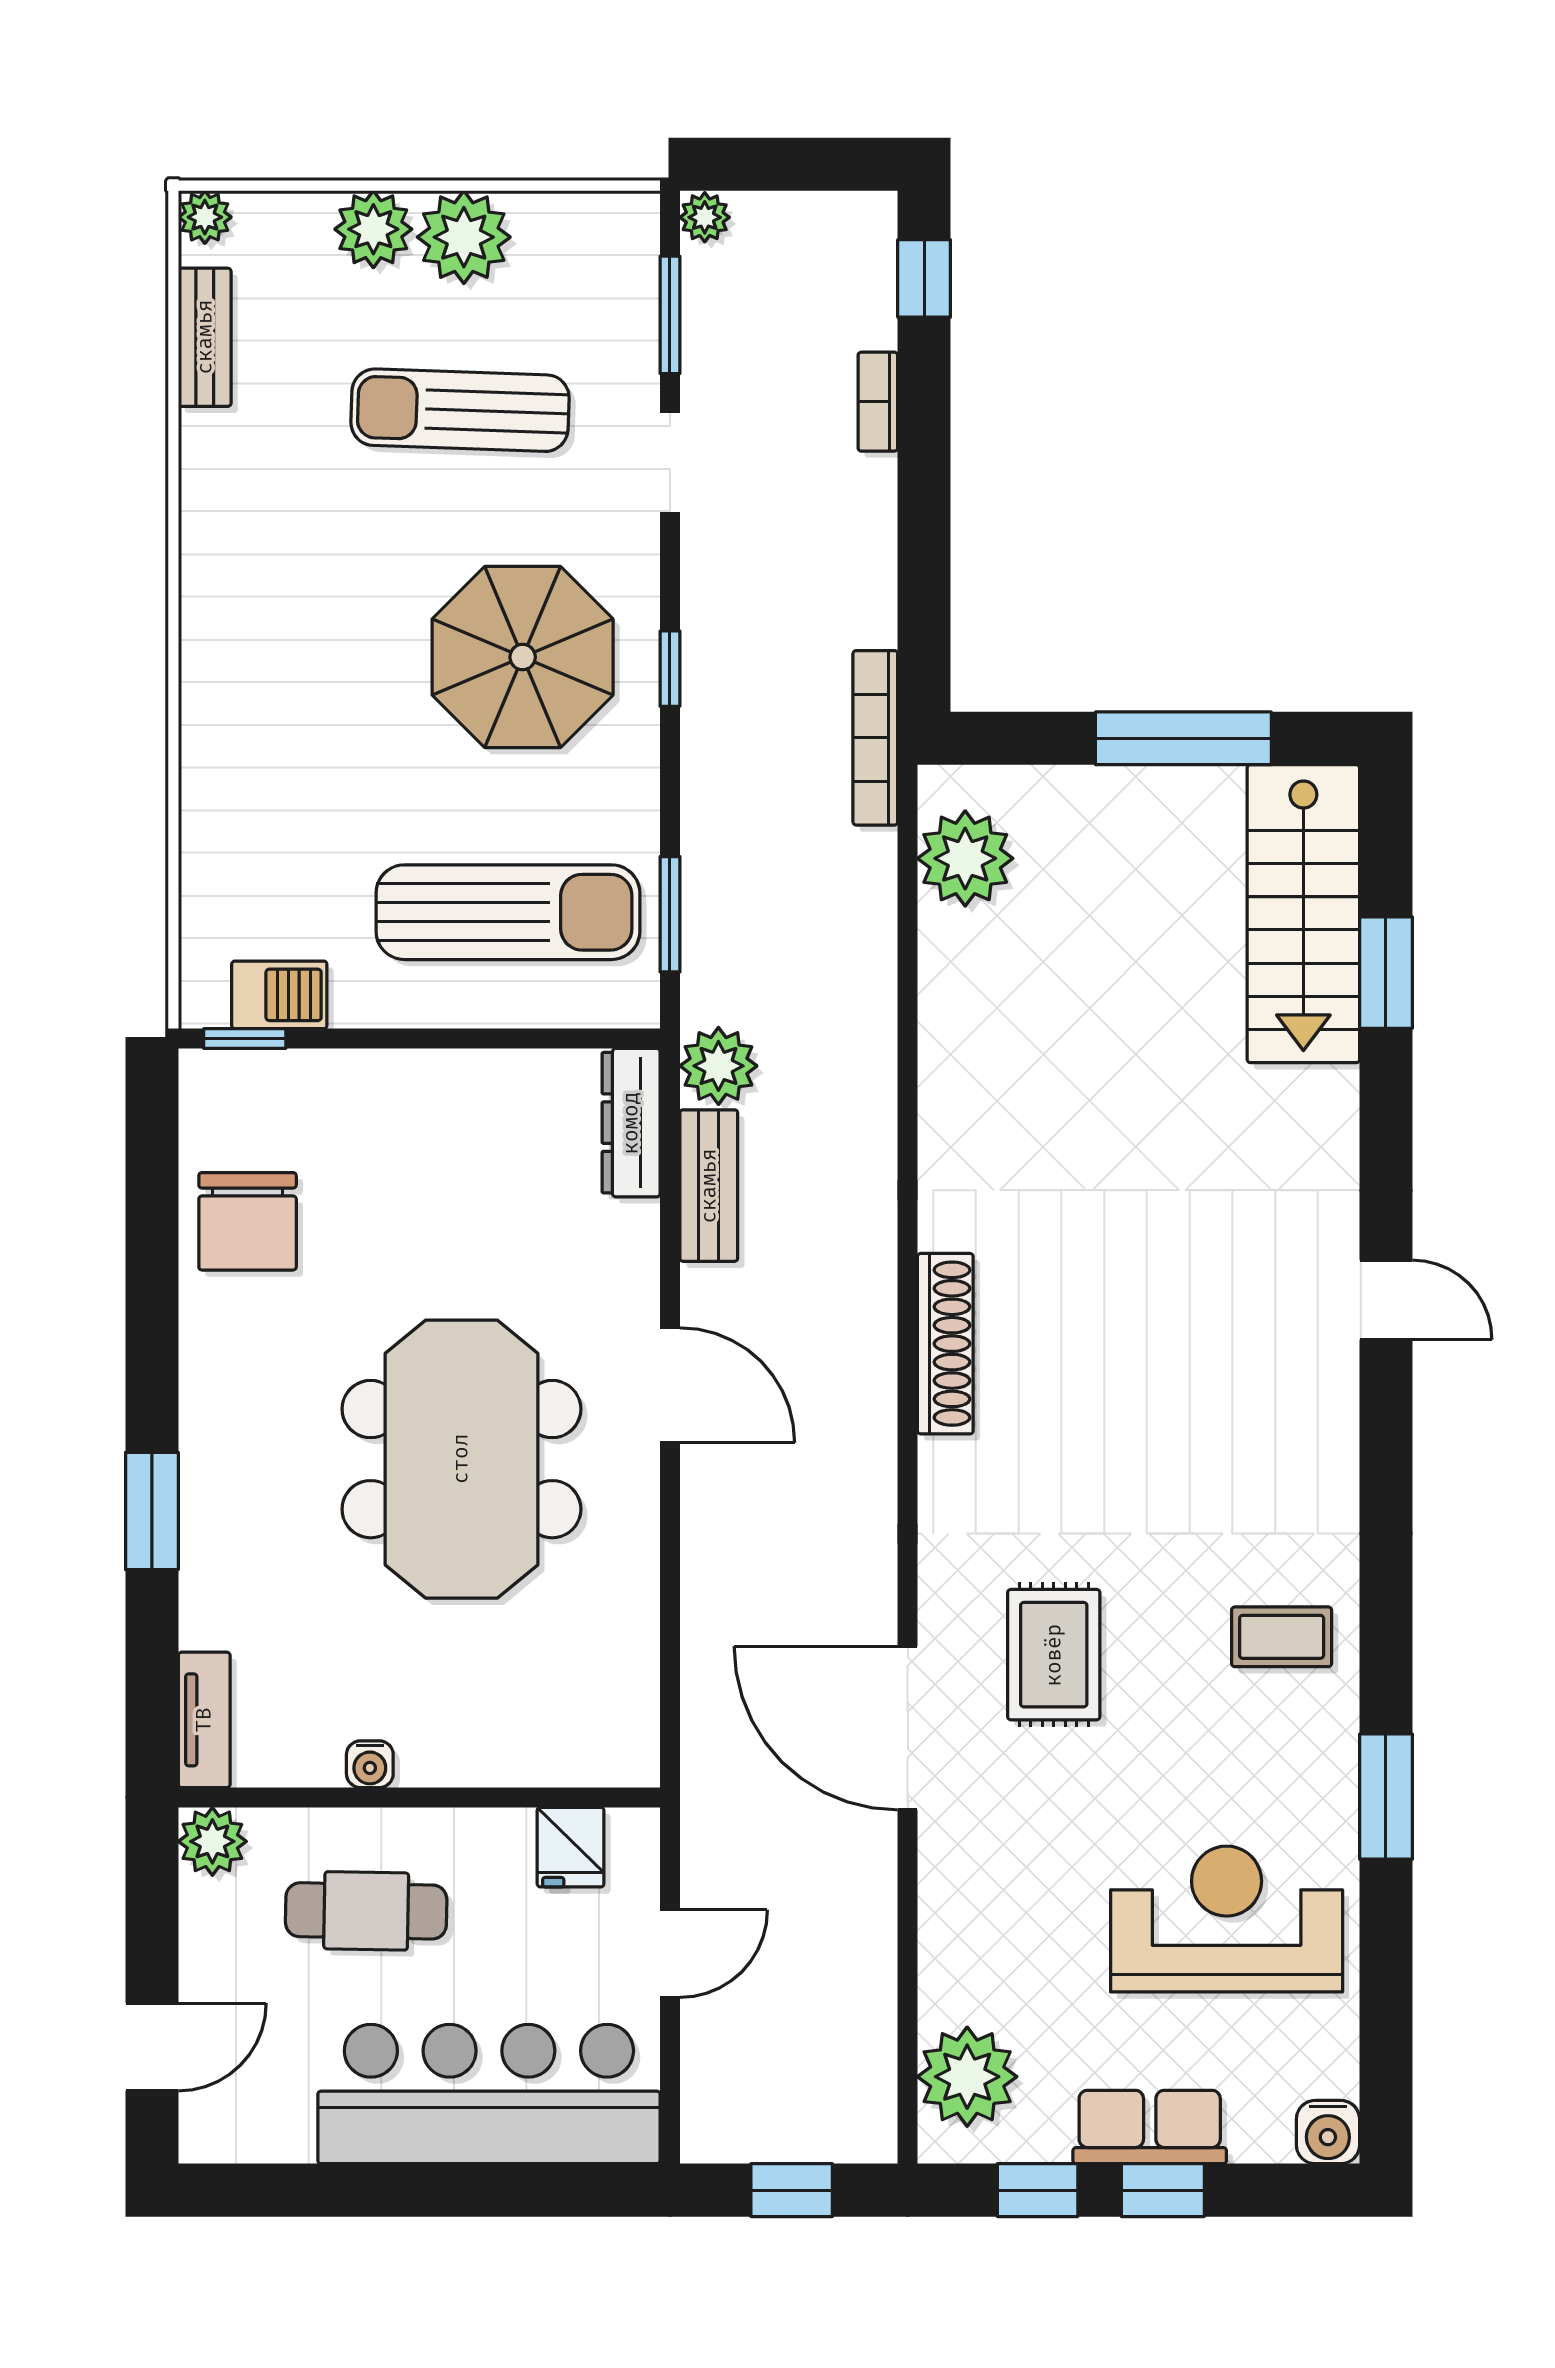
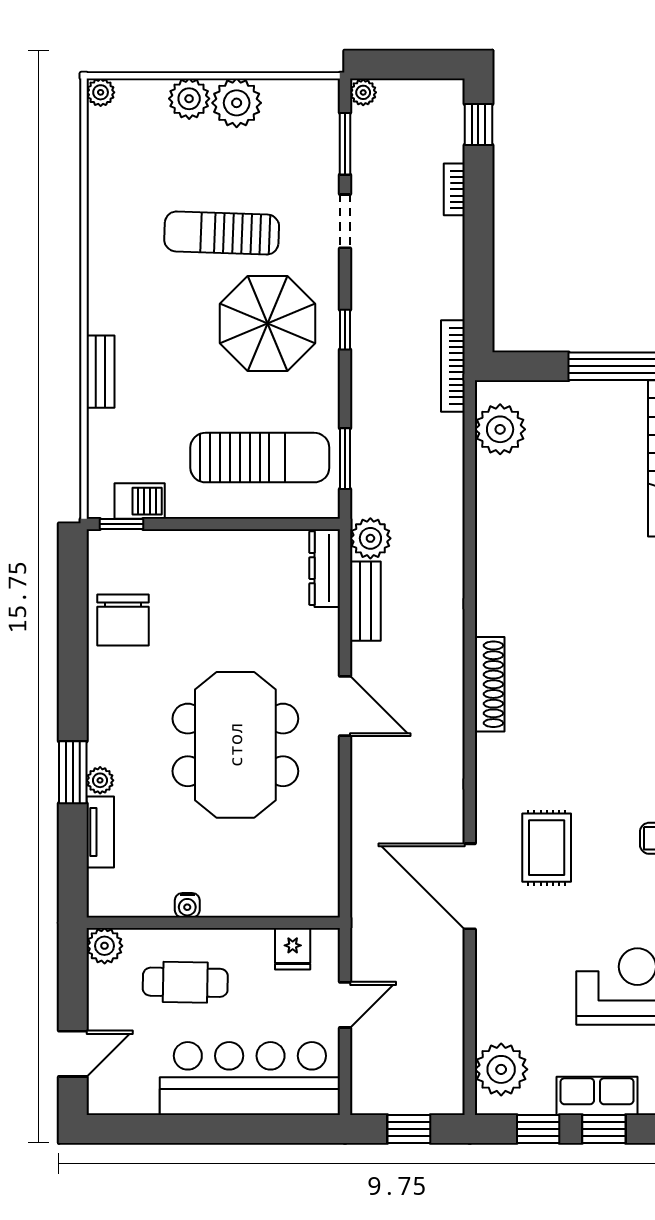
bench: (205, 337) -> (100, 372), moved
sun lounger: (460, 410) -> (222, 233), moved
plant: (204, 1527) -> (100, 780), added
tv unit: (204, 1720) -> (100, 832), moved

